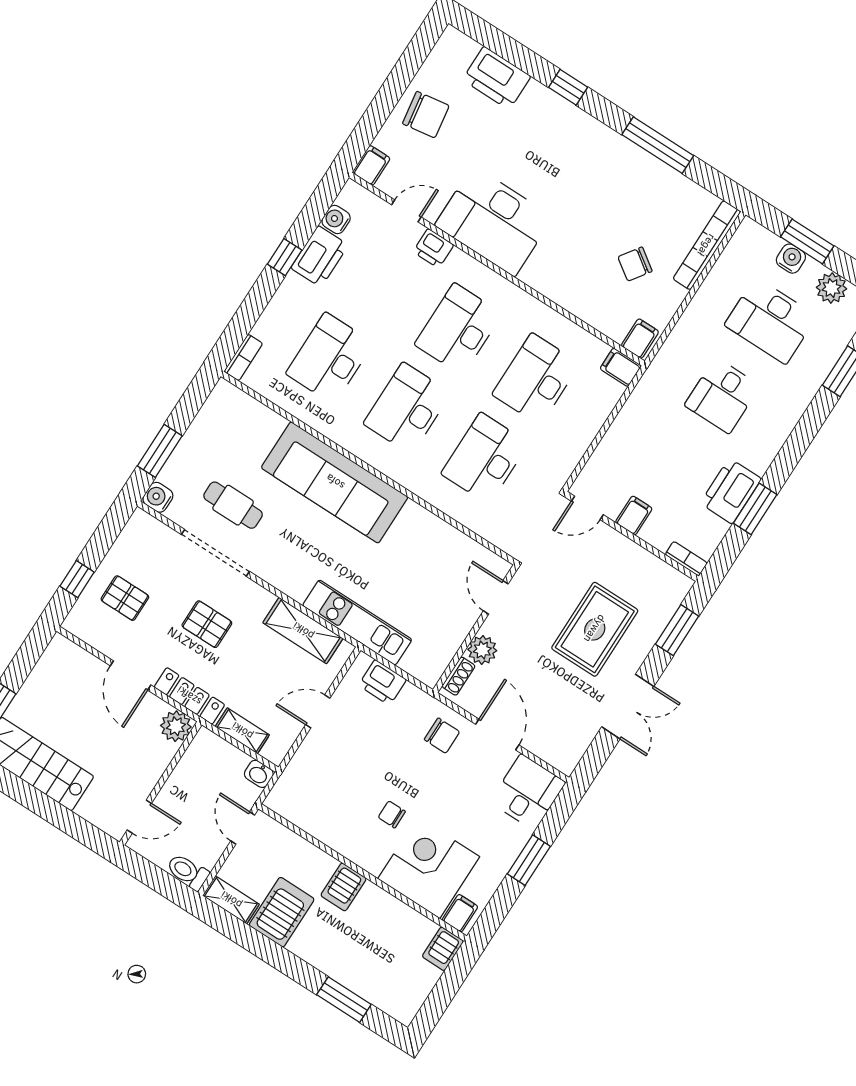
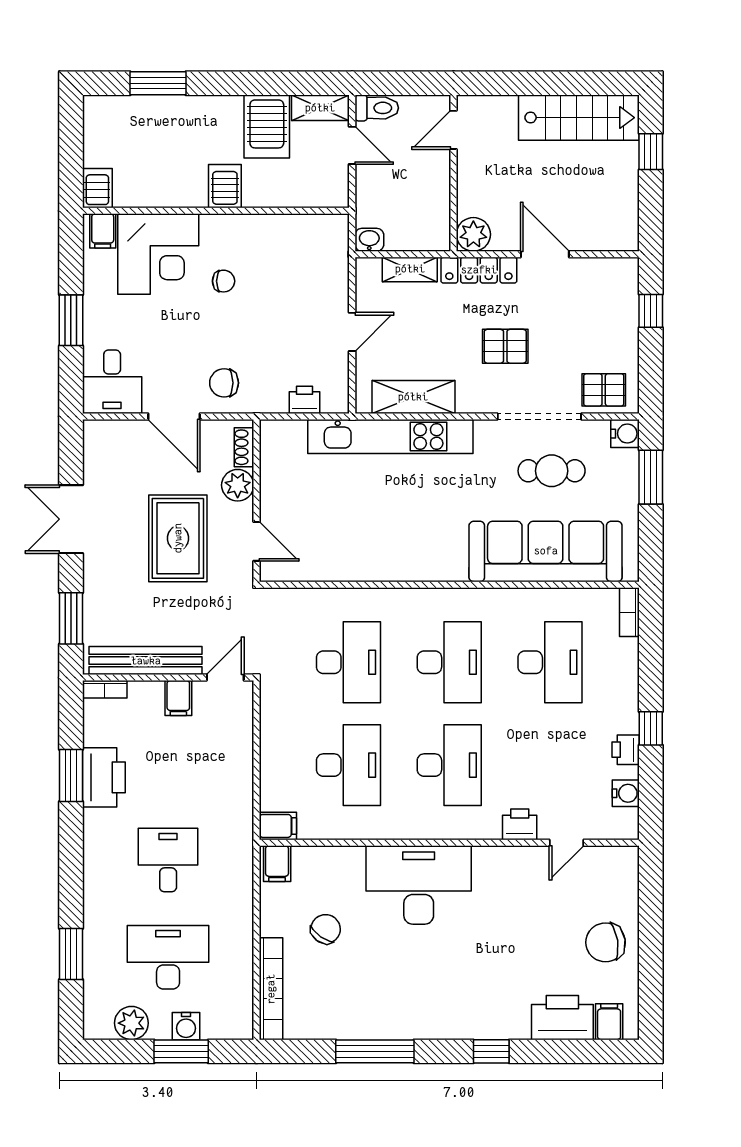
filing cabinet: (371, 165) -> (609, 1022), moved, turned 180
desk: (494, 221) -> (419, 885), moved
printer: (320, 256) -> (626, 750), width x0.53, depth x0.68
sofa: (335, 482) -> (546, 551), moved
bench: (640, 561) -> (146, 661), added
pallet: (125, 598) -> (604, 390), moved
kitchen unit: (357, 623) -> (390, 436), width x1.36
rug: (595, 629) -> (178, 538), moved
printer: (382, 682) -> (304, 400), width x0.73, depth x0.81
door: (243, 828) -> (352, 145), moved

